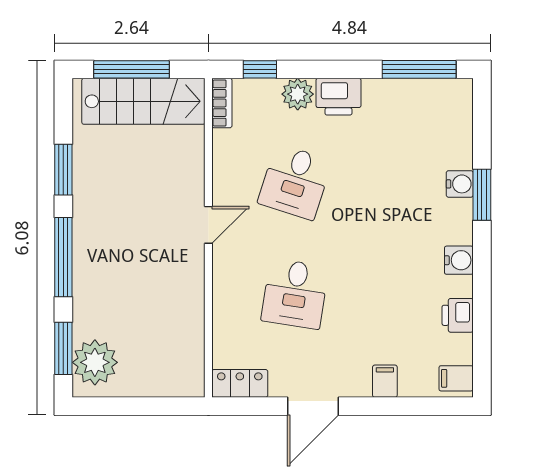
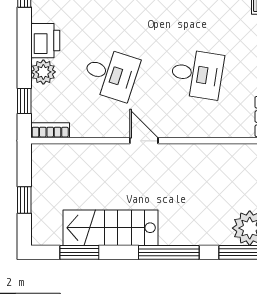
window: (131, 69) -> (24, 200), width x0.46
stairs: (143, 101) -> (110, 228), moved, turned -90
window: (63, 170) -> (79, 252), moved

